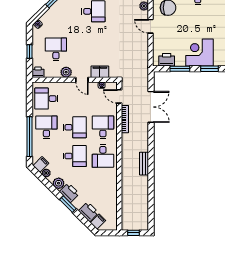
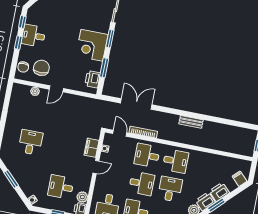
plant: (66, 72) -> (82, 197), moved
door: (119, 96) -> (120, 133), swing flipped
desk: (75, 127) -> (142, 183), turned 90
printer: (89, 212) -> (219, 192), moved

